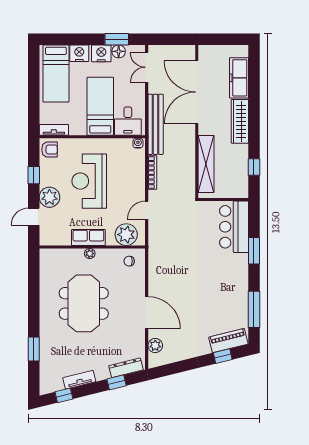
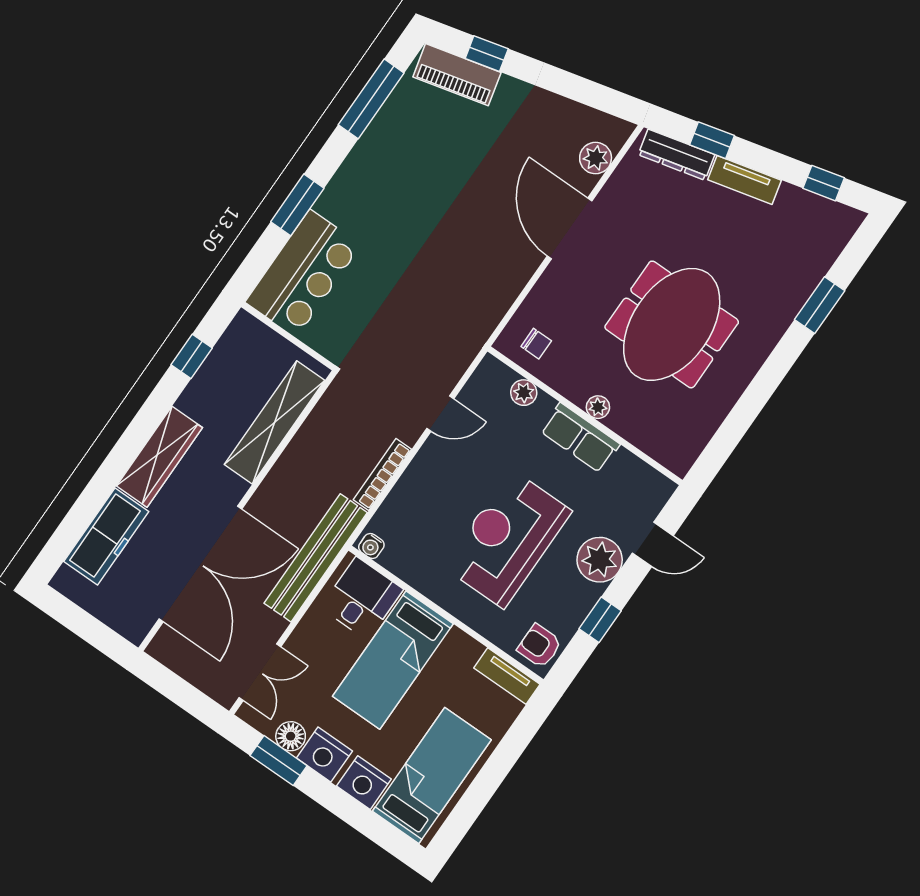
reception desk: (89, 181) -> (507, 539), turned 180
plant: (126, 235) -> (524, 393), width x0.53, depth x0.53
tv unit: (79, 380) -> (744, 180), moved

